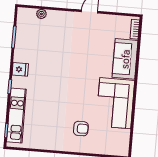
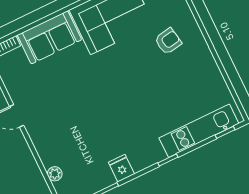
fridge: (20, 69) -> (121, 168), moved
armchair: (81, 129) -> (168, 41), turned 80

